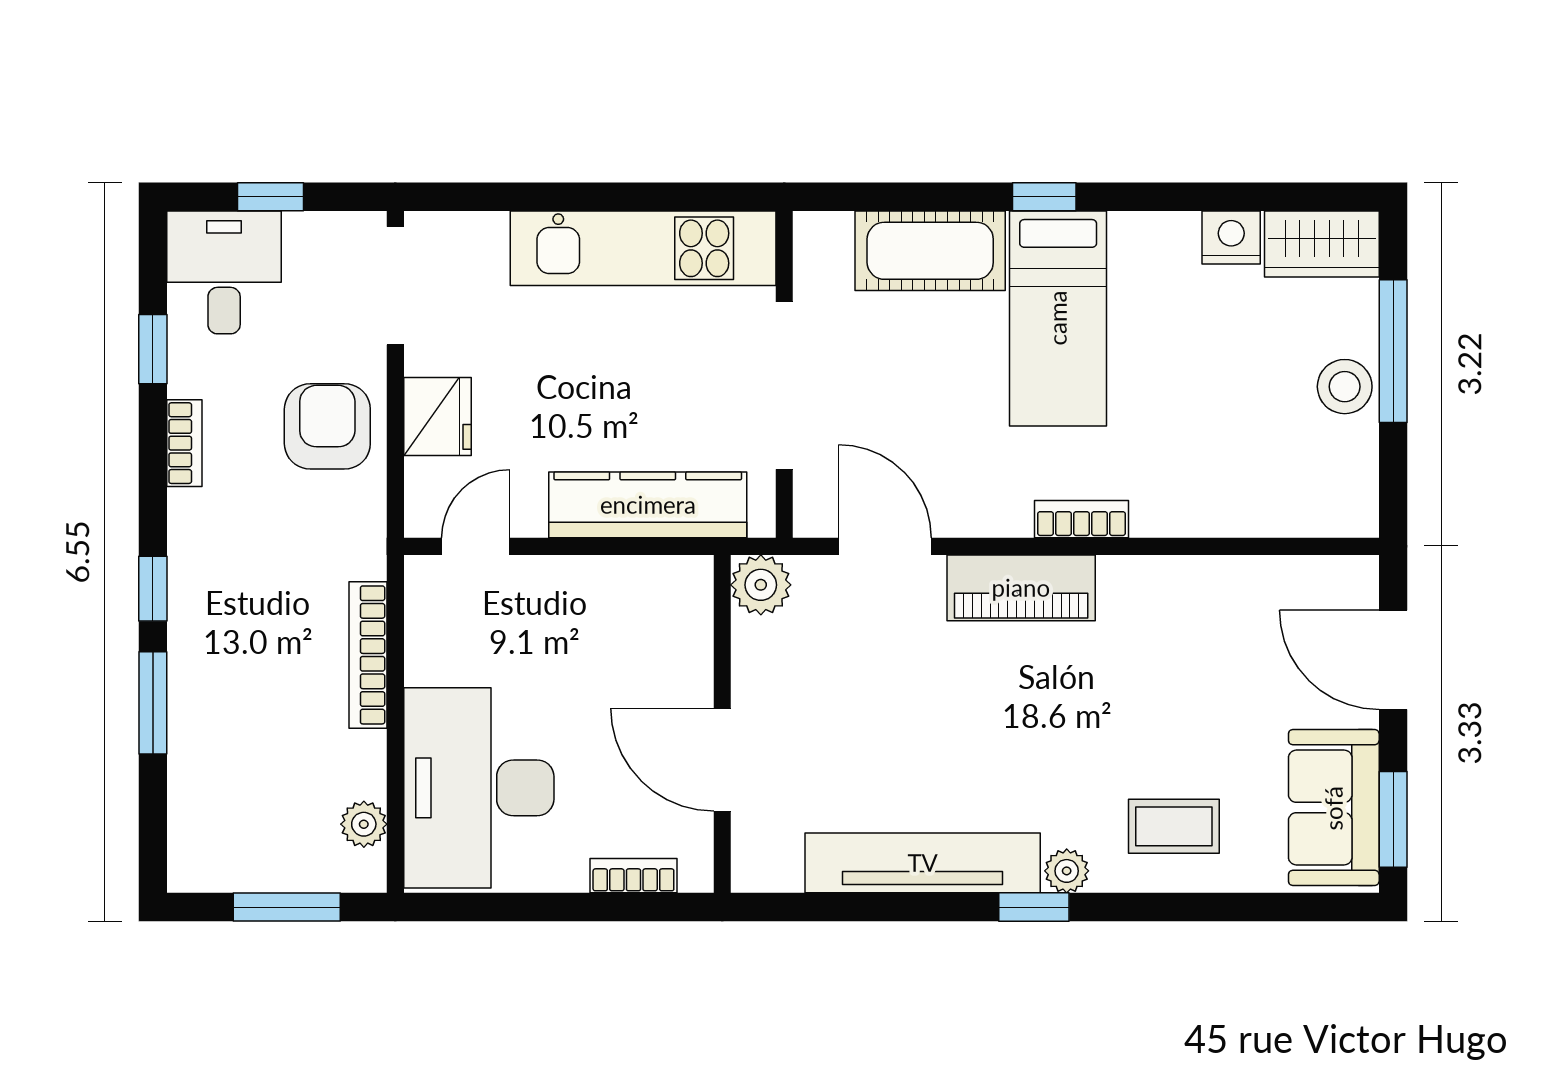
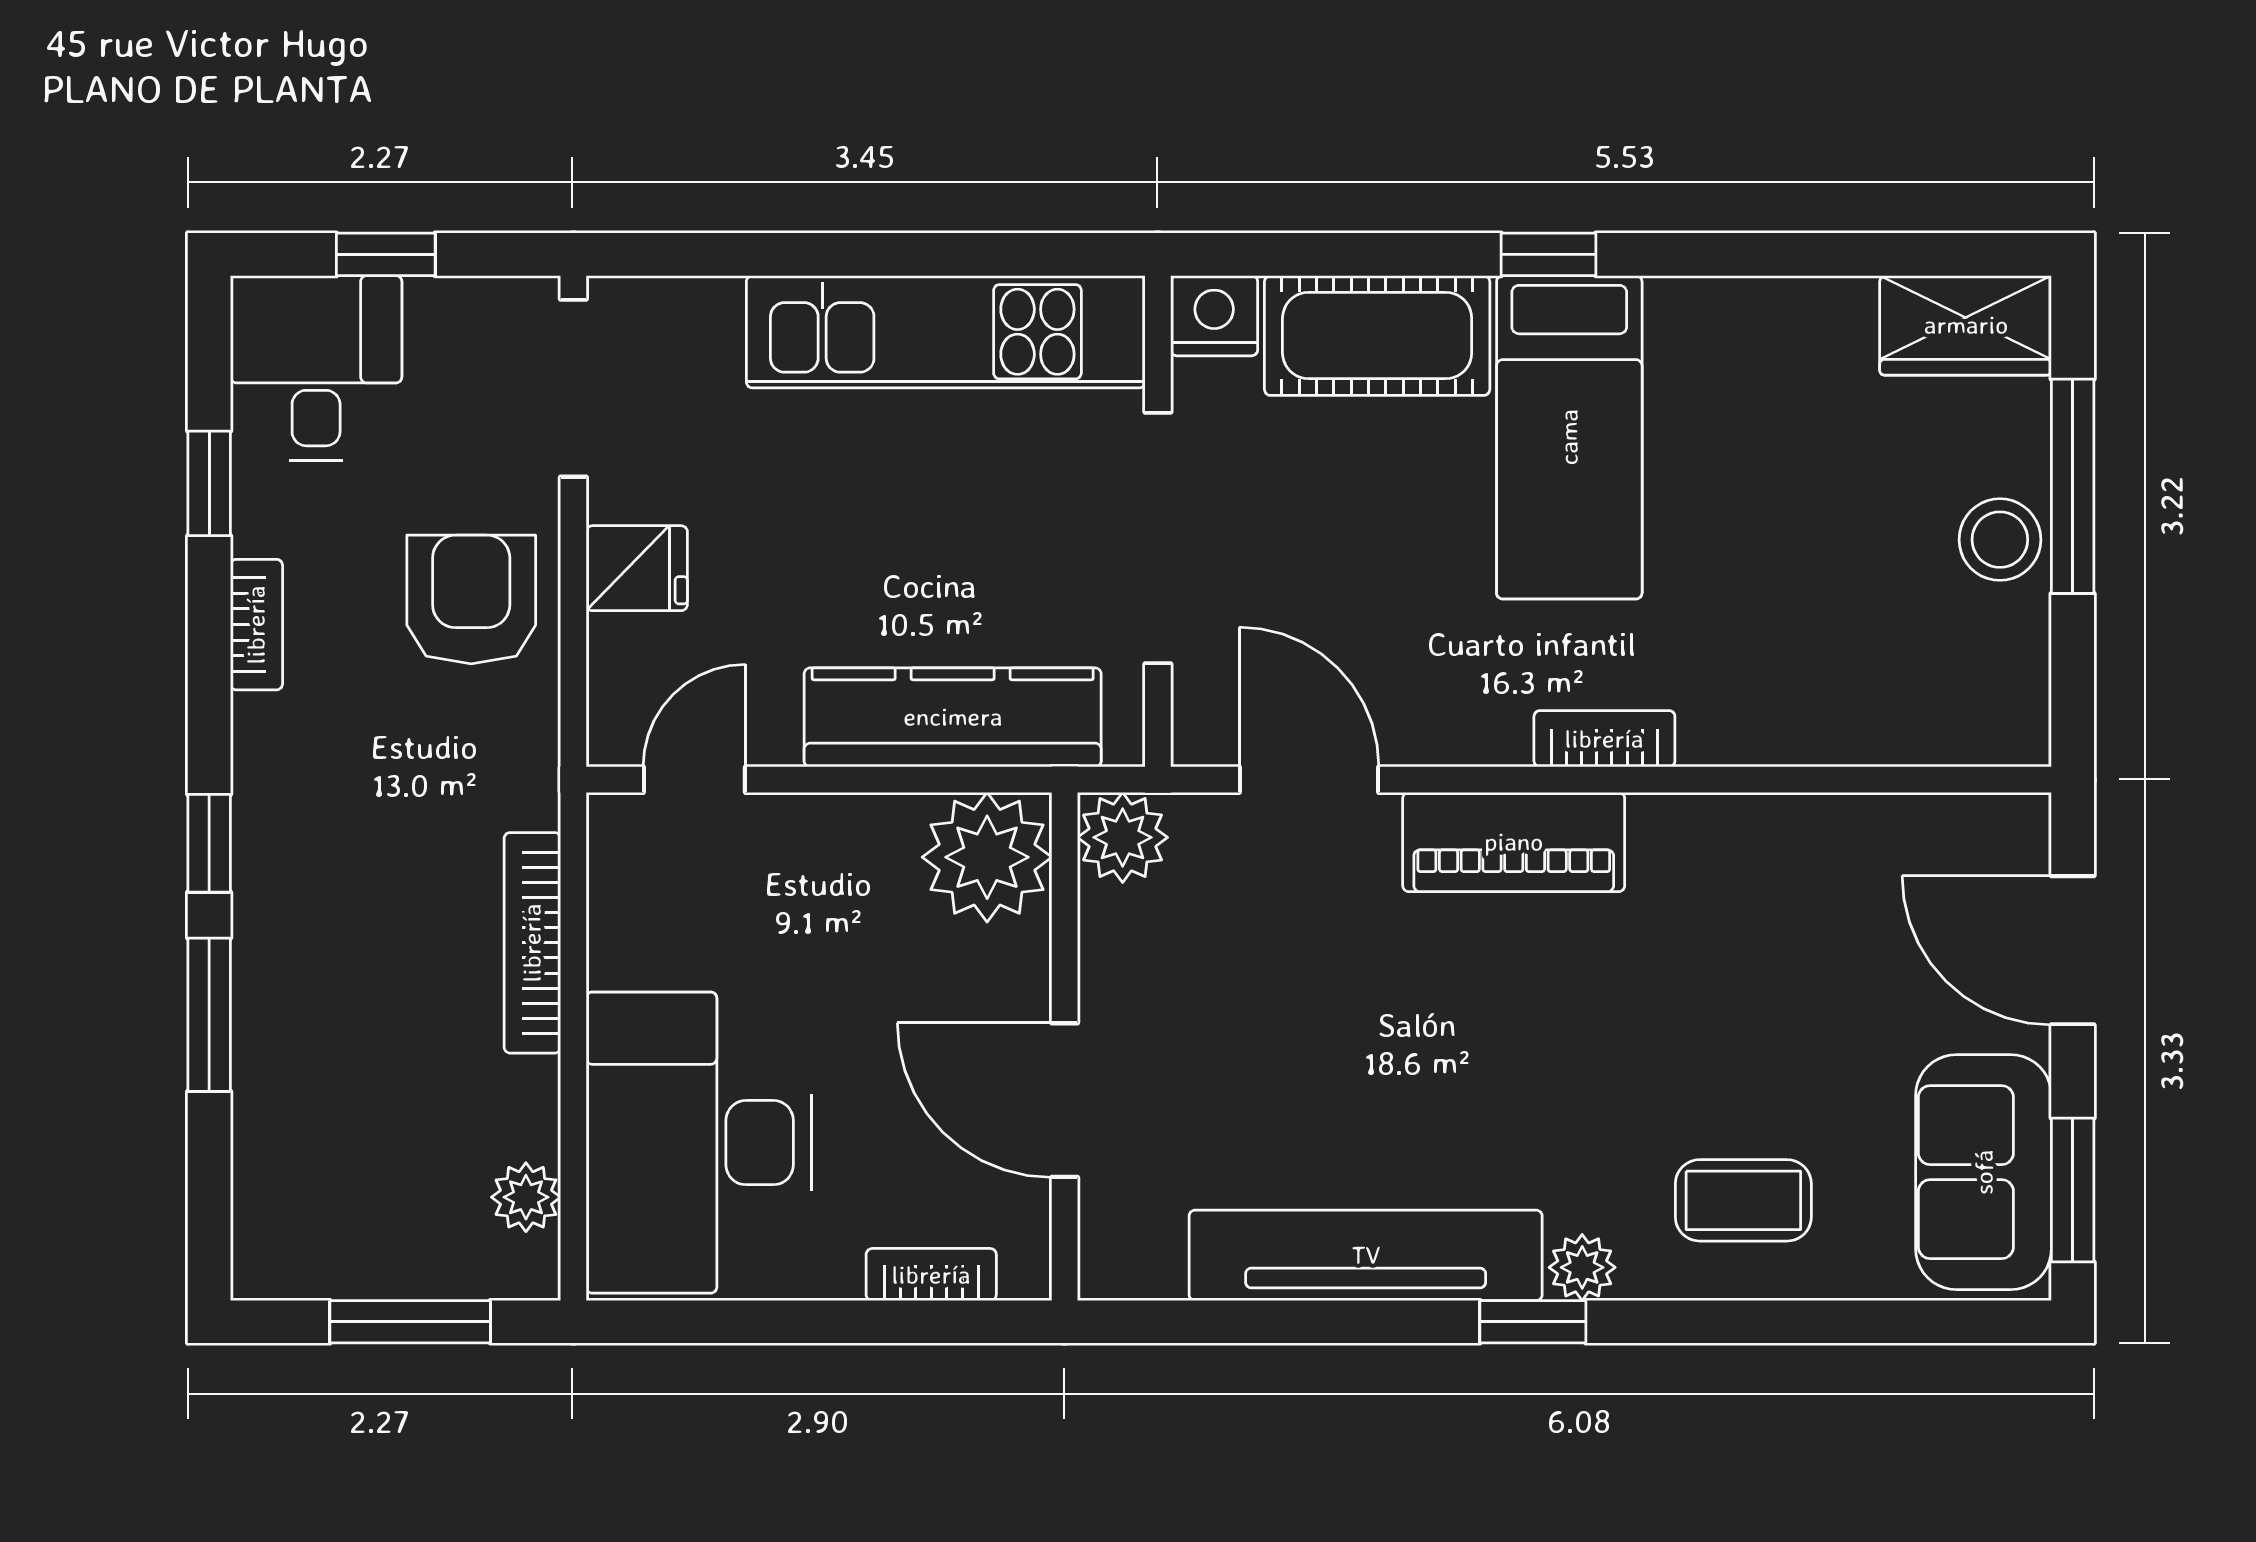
nightstand: (1231, 238) -> (1214, 316), moved
fridge: (437, 416) -> (637, 568), width x0.72
plant: (671, 598) -> (987, 857), added

